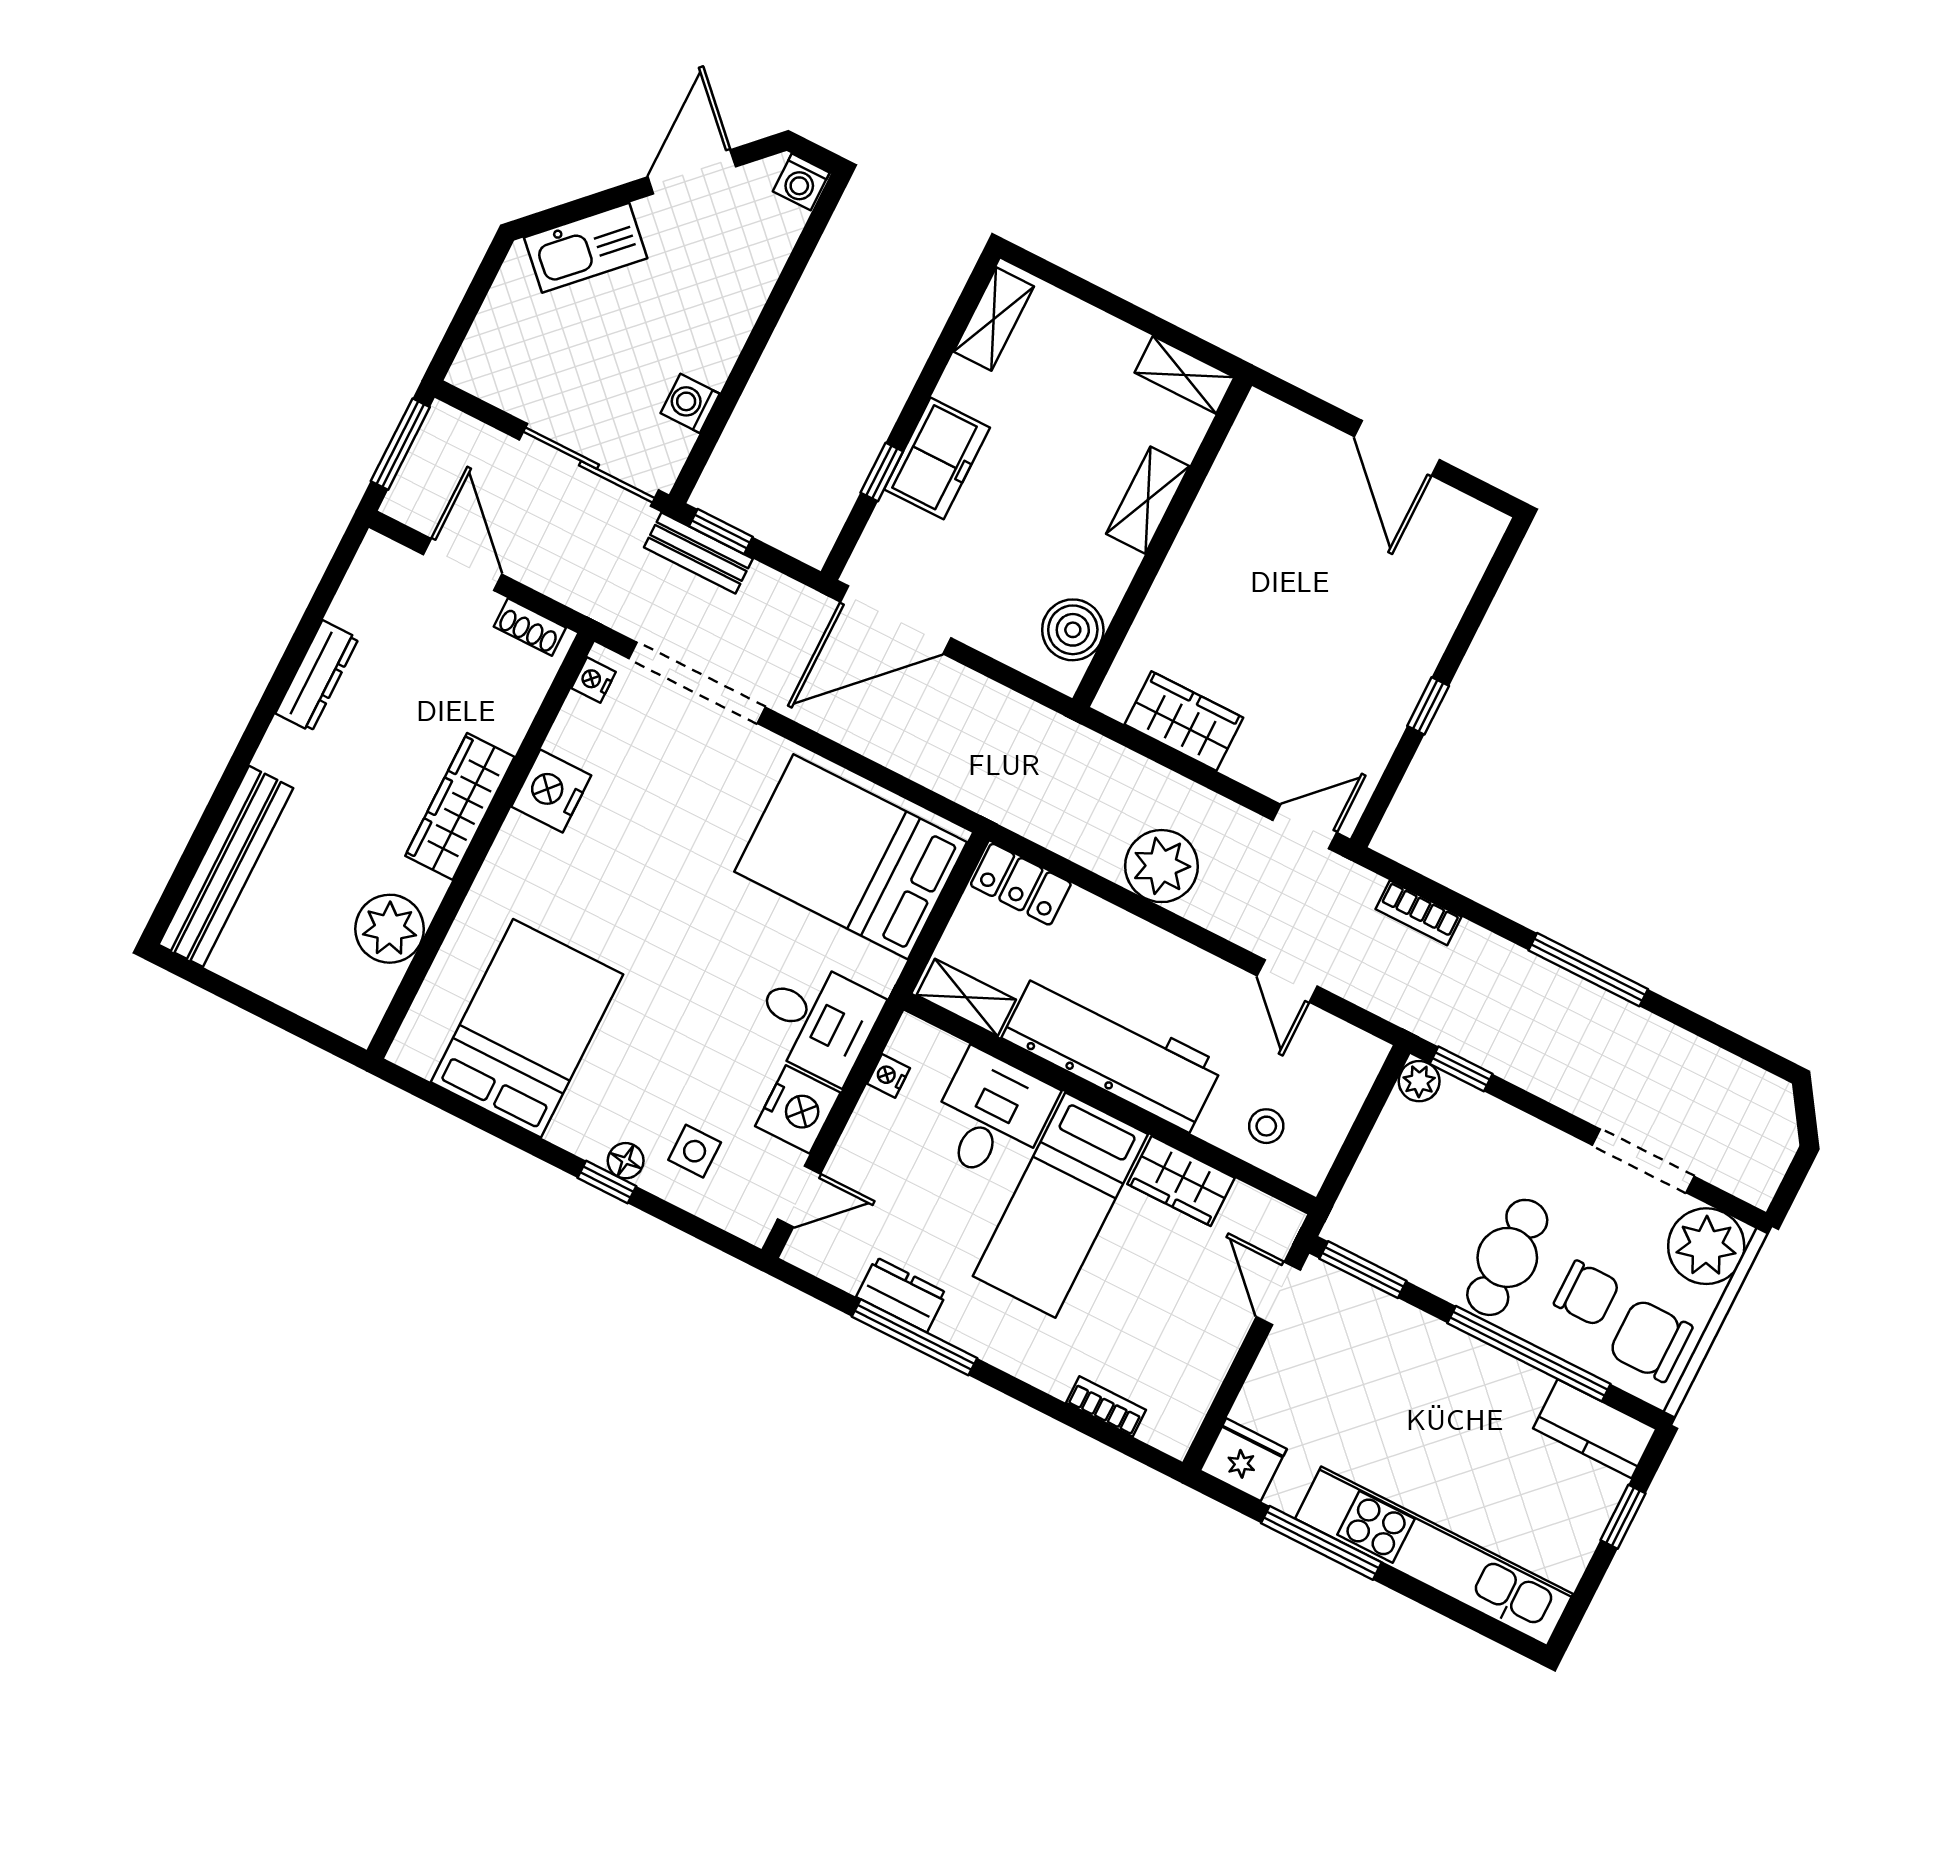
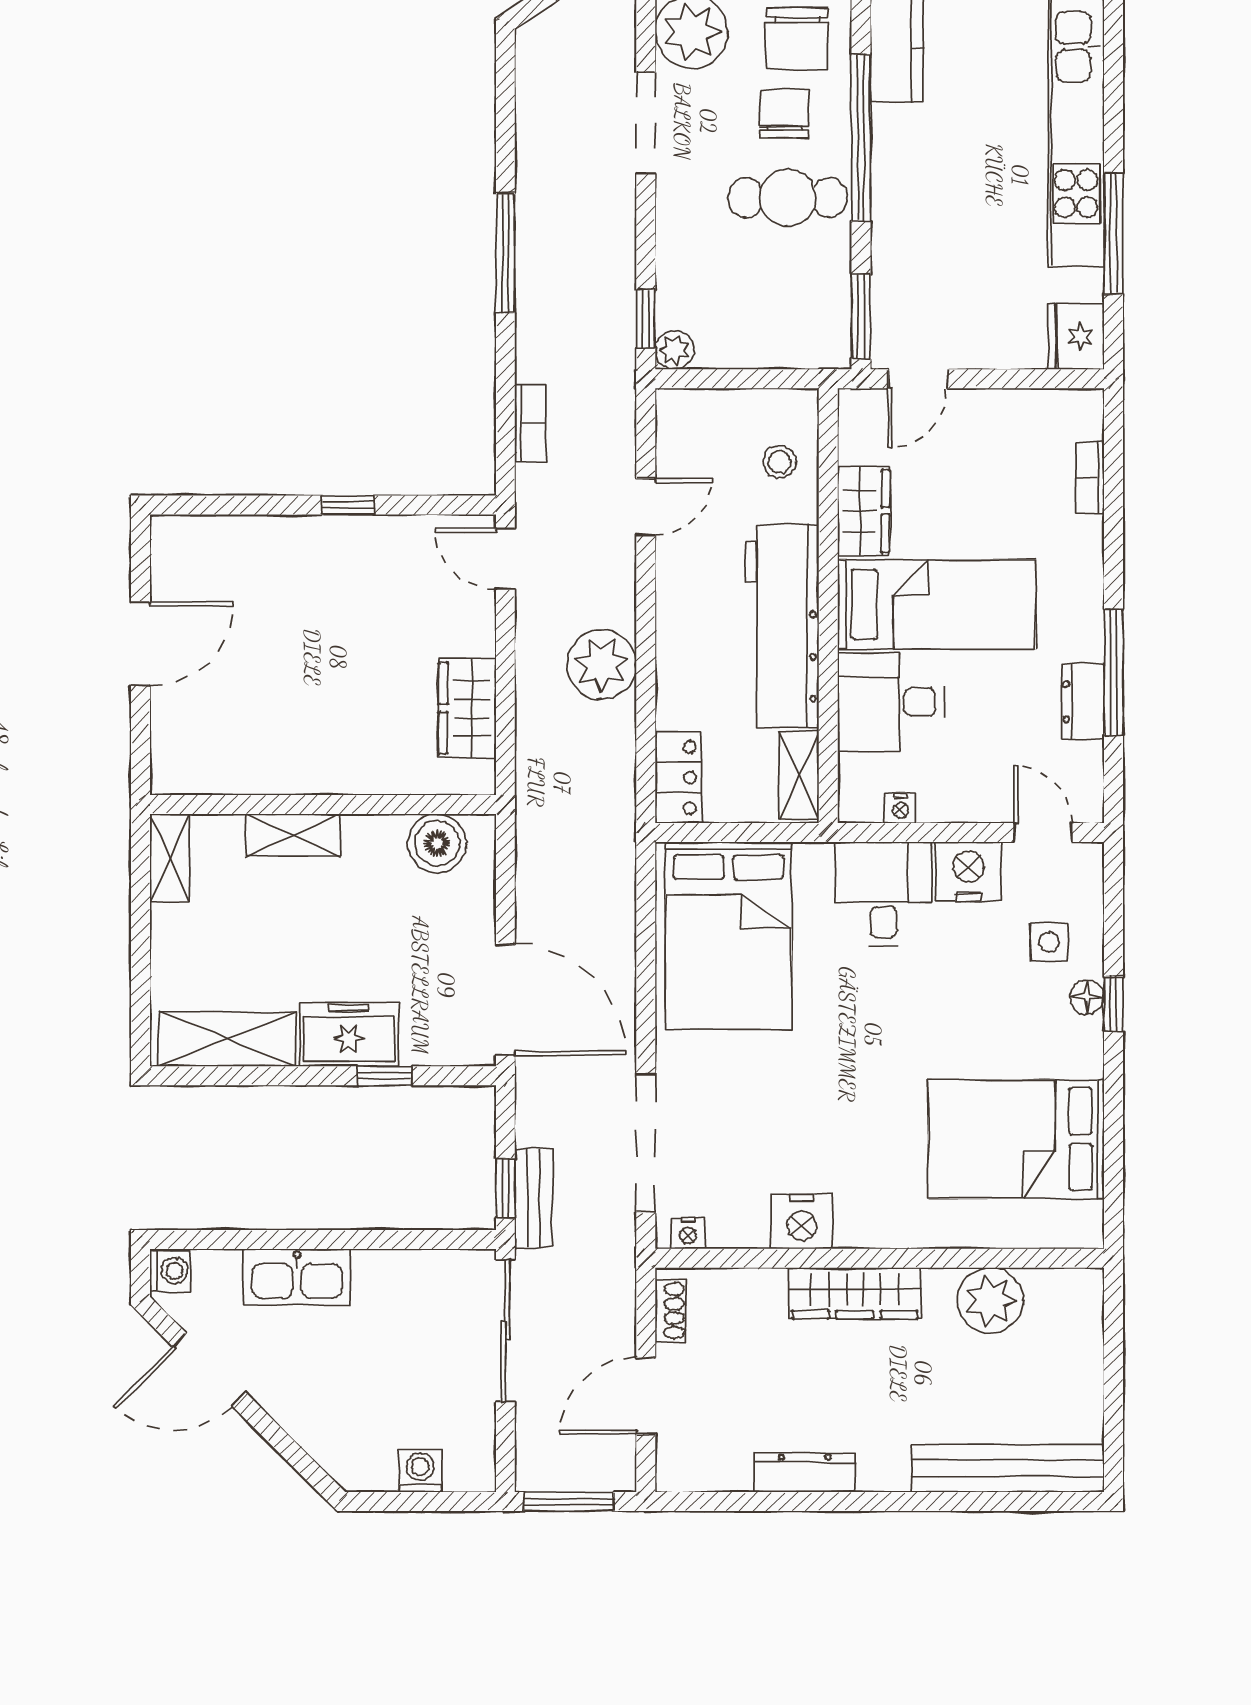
kitchen sink: (586, 248) -> (297, 1277), moved, turned 135
shelving: (994, 319) -> (227, 1039), width x1.50, depth x1.33
washing machine: (690, 403) -> (420, 1471), moved, turned 180

